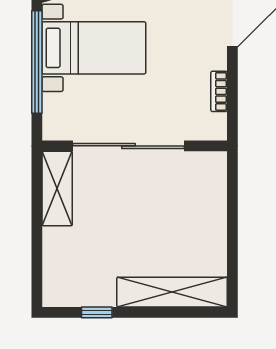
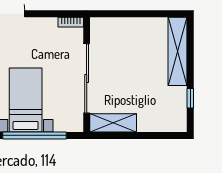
bookcase: (219, 91) -> (71, 22), moved

